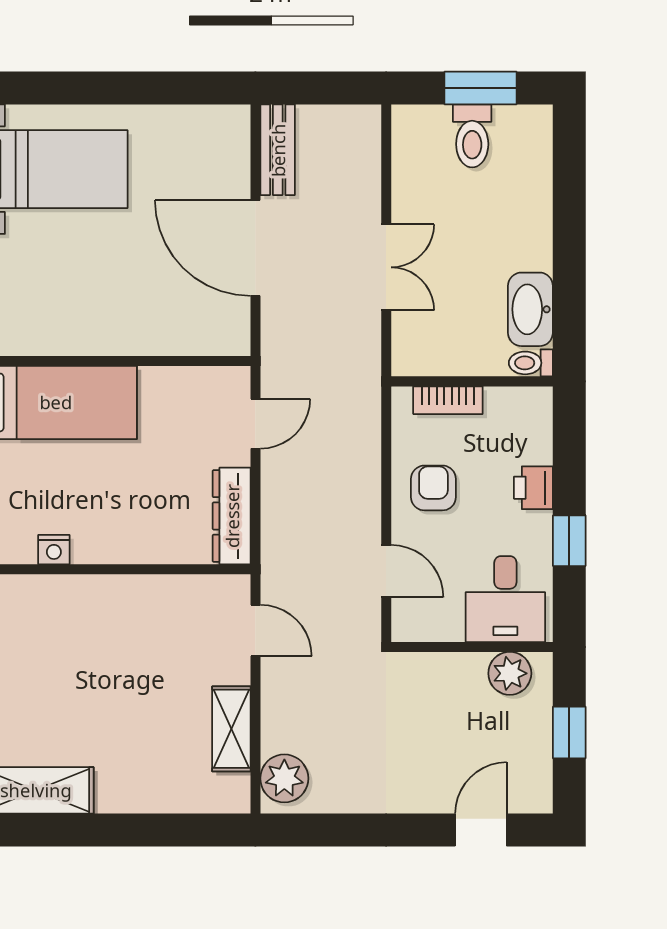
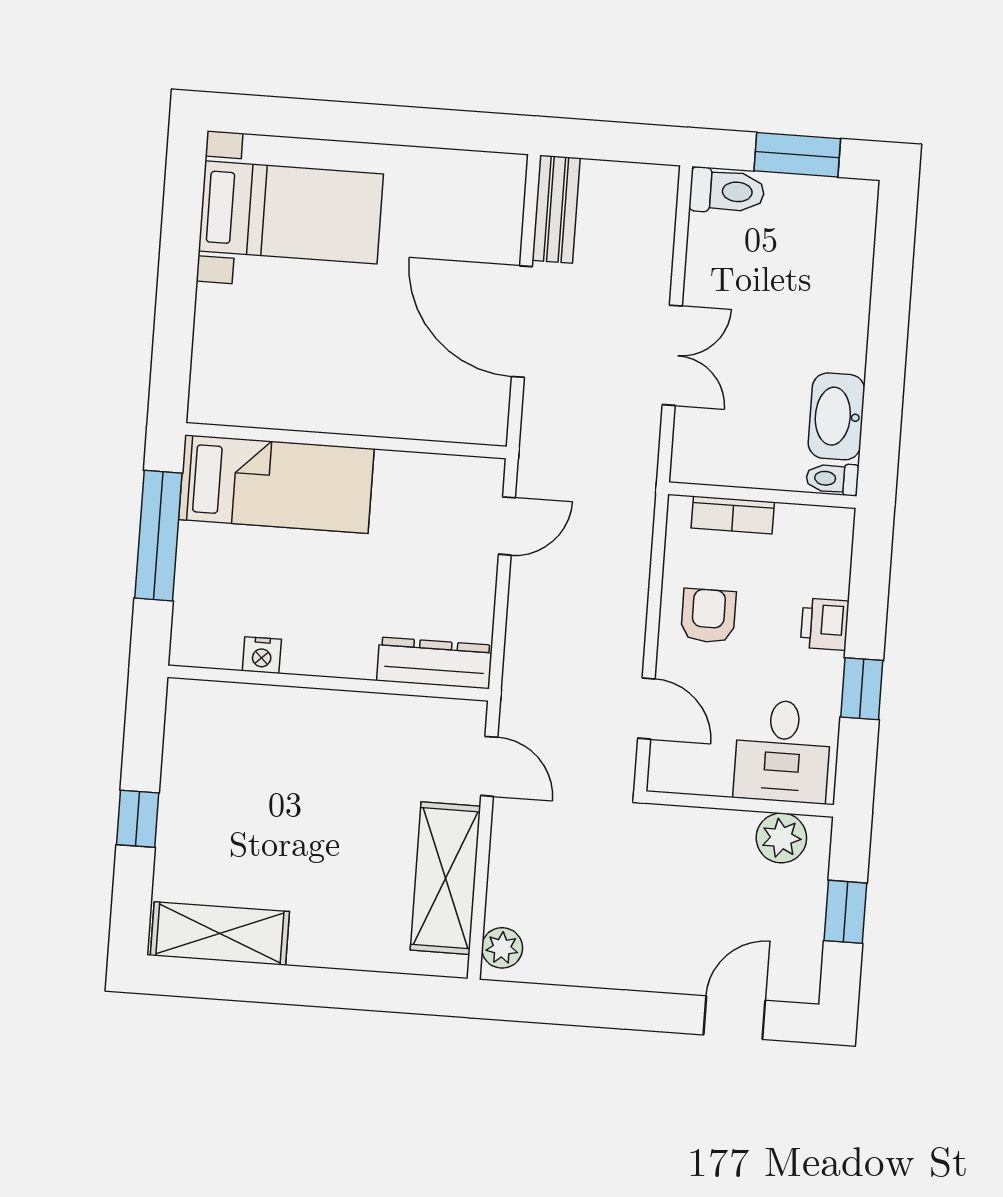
toilet: (472, 136) -> (727, 191), moved, turned -90
dresser: (232, 516) -> (434, 663), moved, turned 90
shelving: (231, 729) -> (445, 878), width x1.50, depth x1.33
plant: (284, 778) -> (502, 948), width x0.73, depth x0.73

